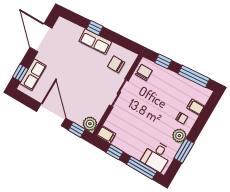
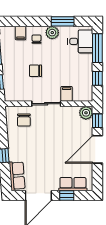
row of seats: (95, 42) -> (17, 176), moved
window: (20, 73) -> (67, 195), moved
chair: (144, 73) -> (35, 71), moved
filing cabinet: (106, 135) -> (67, 94), moved

